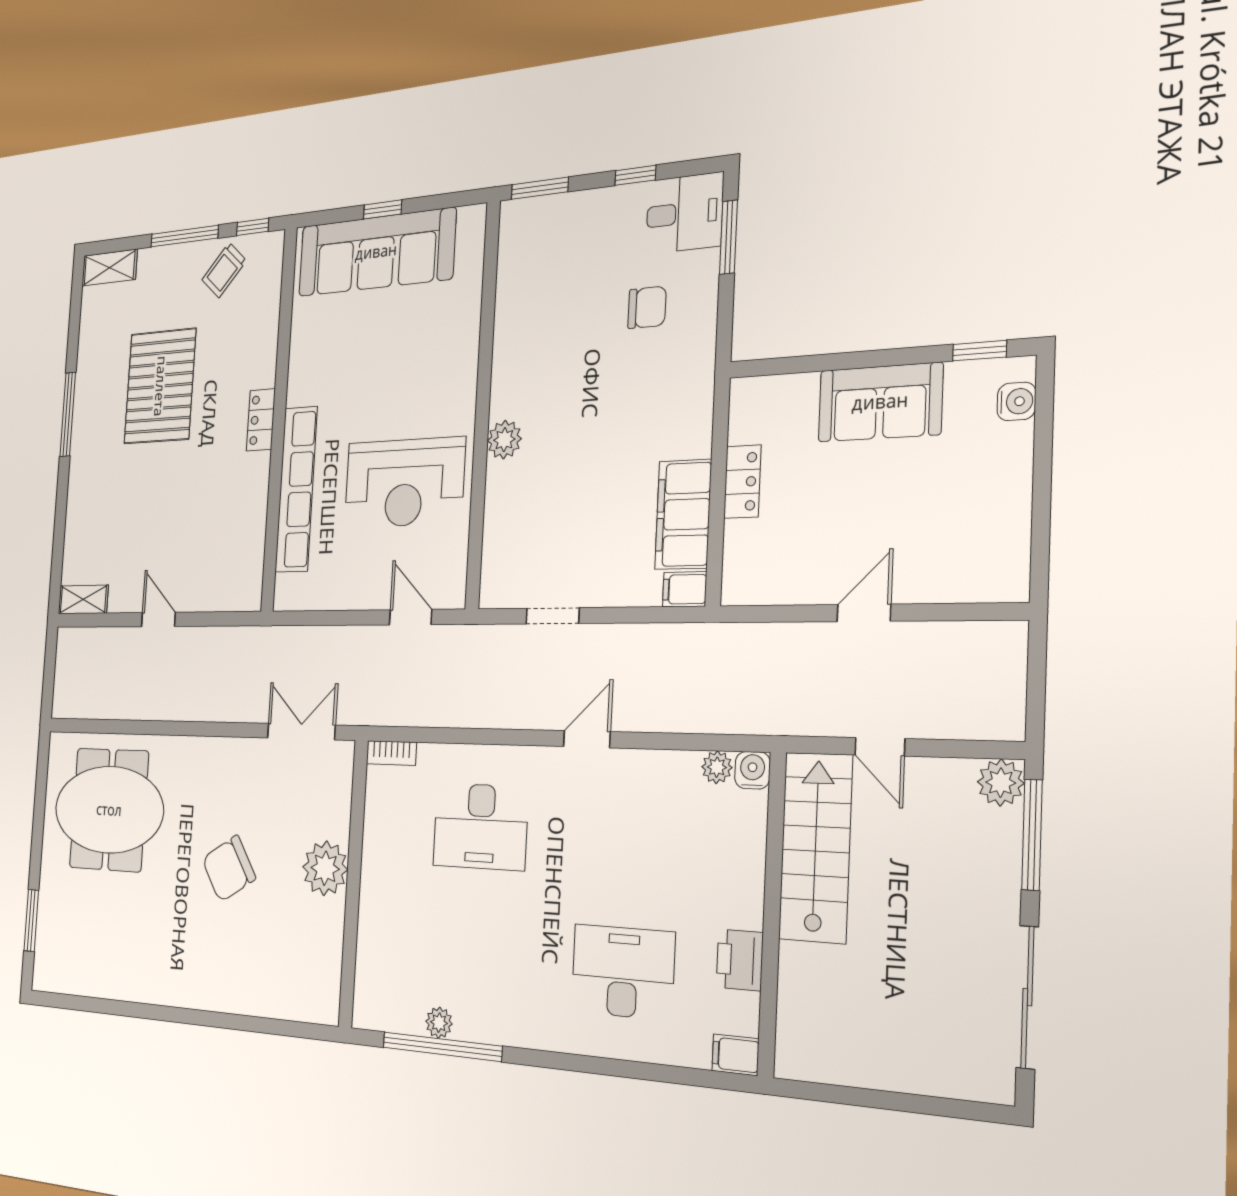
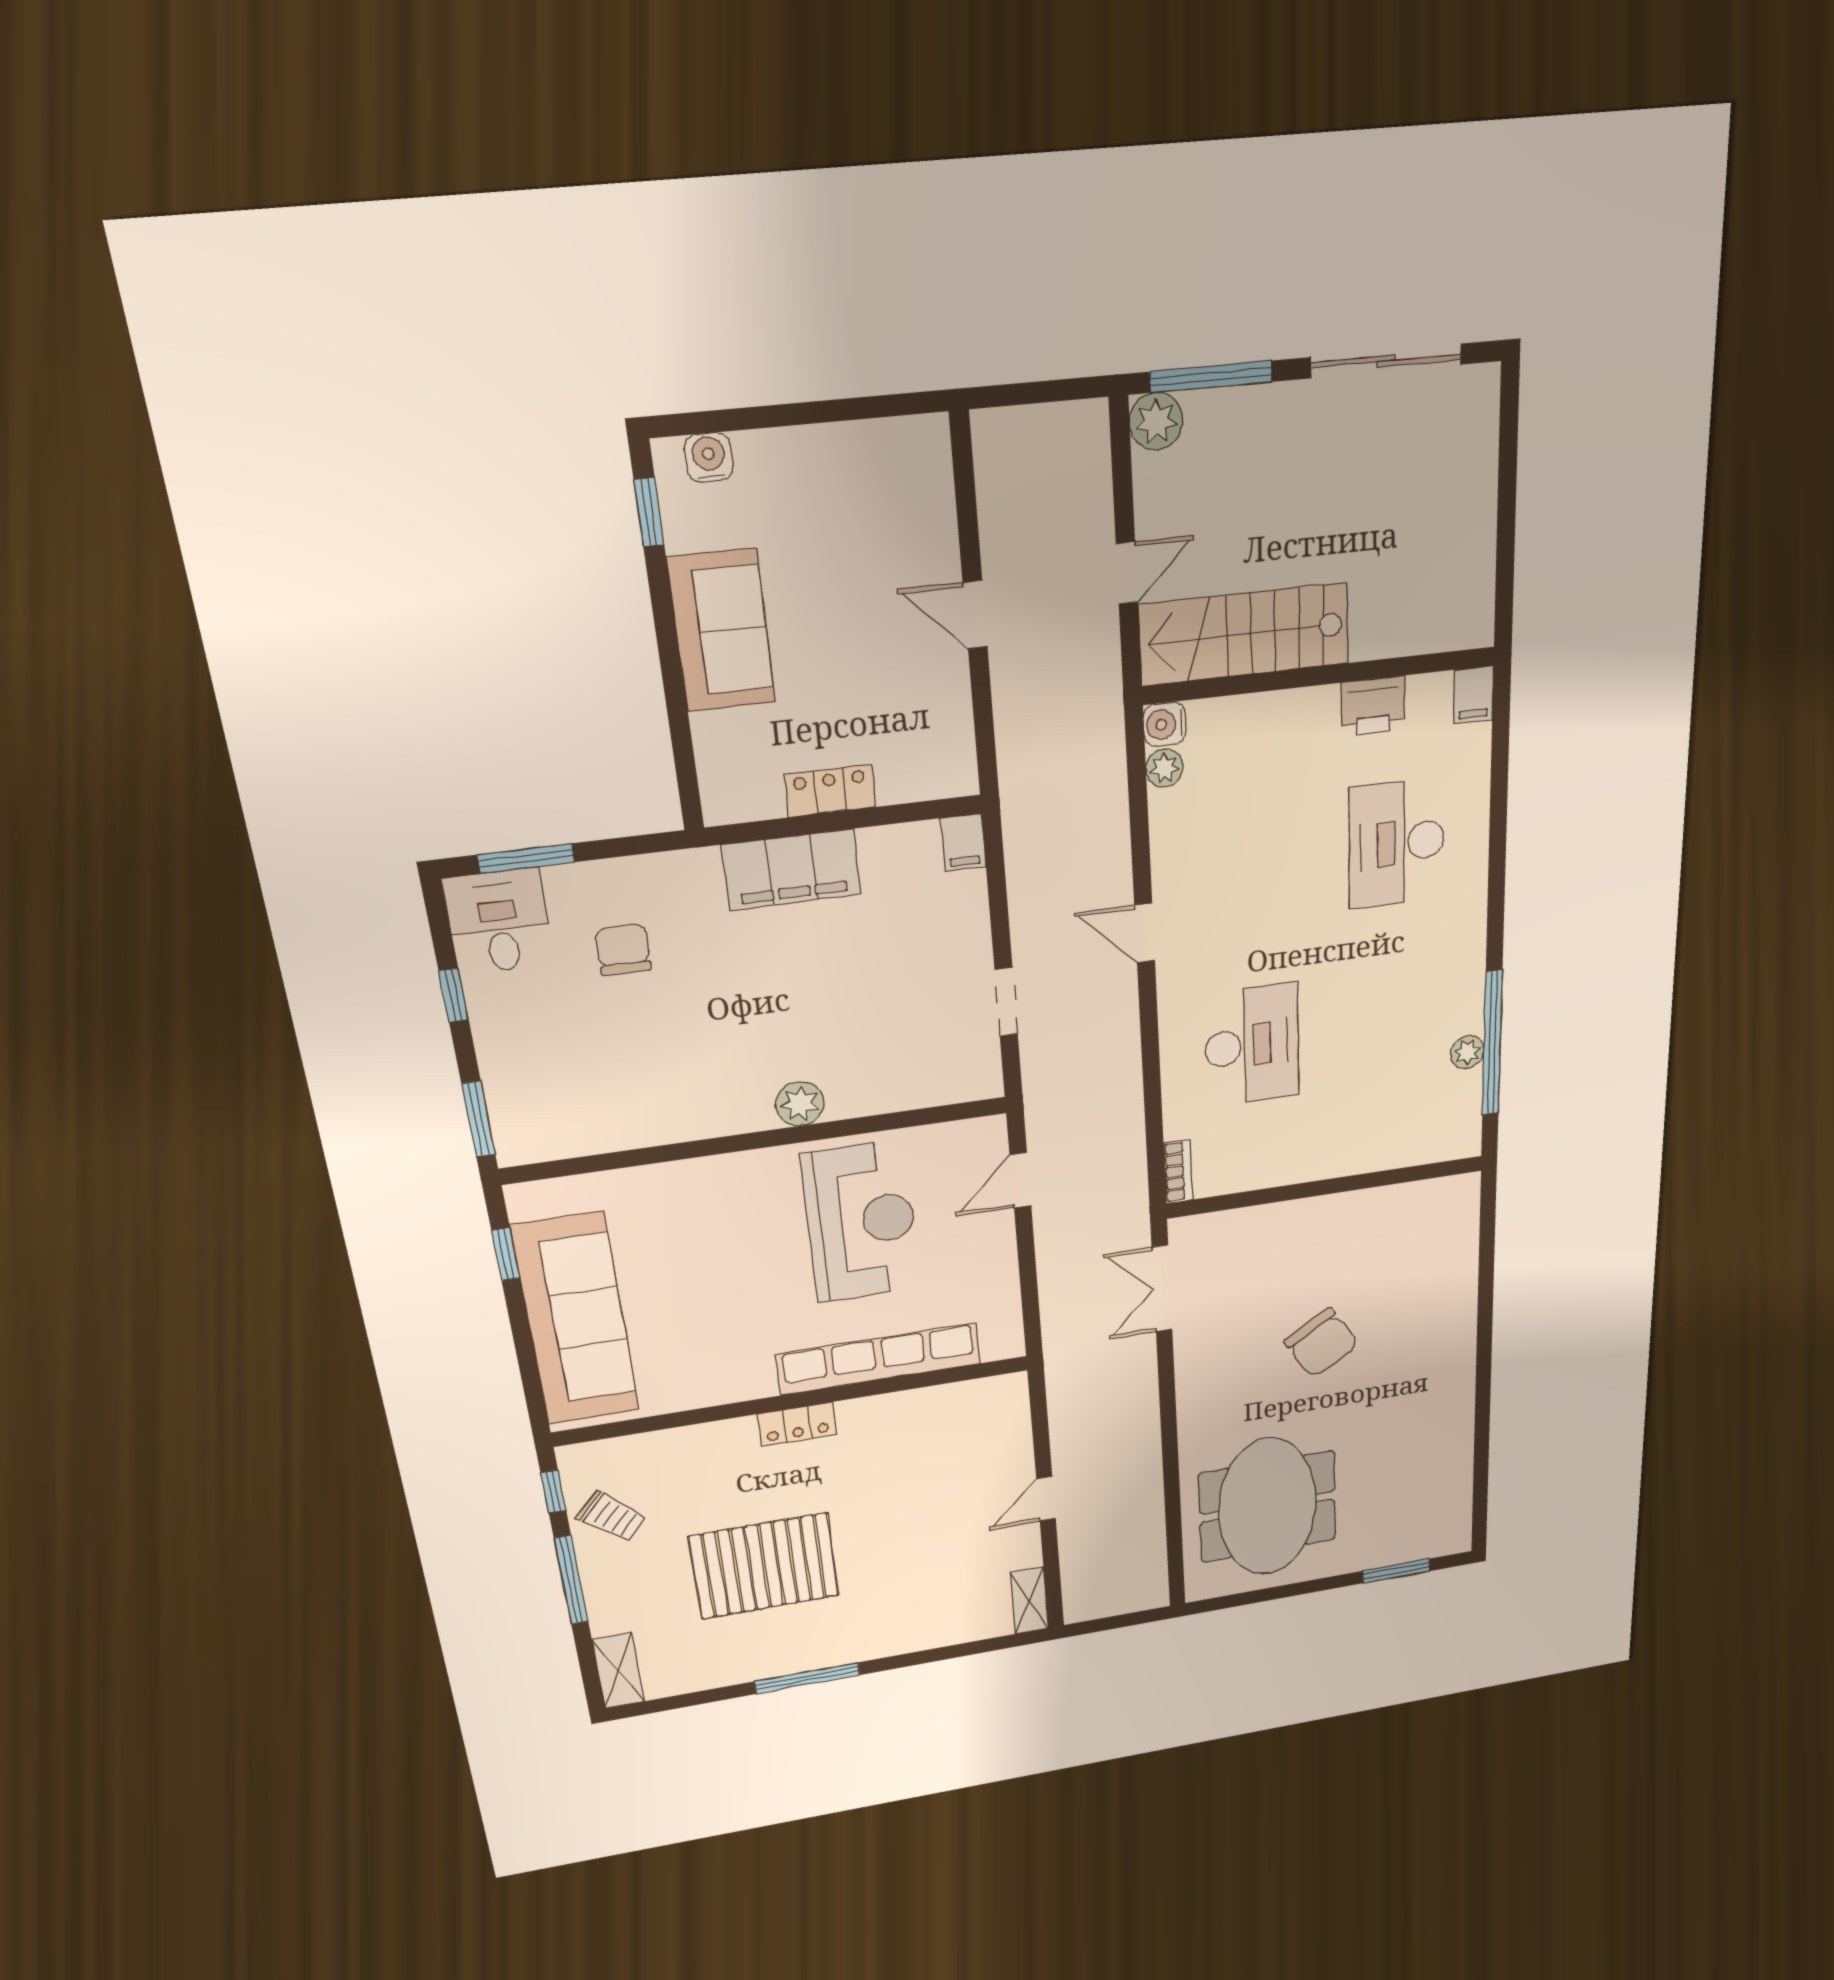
window: (383, 209) -> (506, 1254), moved
filing cabinet: (683, 514) -> (791, 870), moved
plant: (325, 868) -> (1312, 1225), removed

